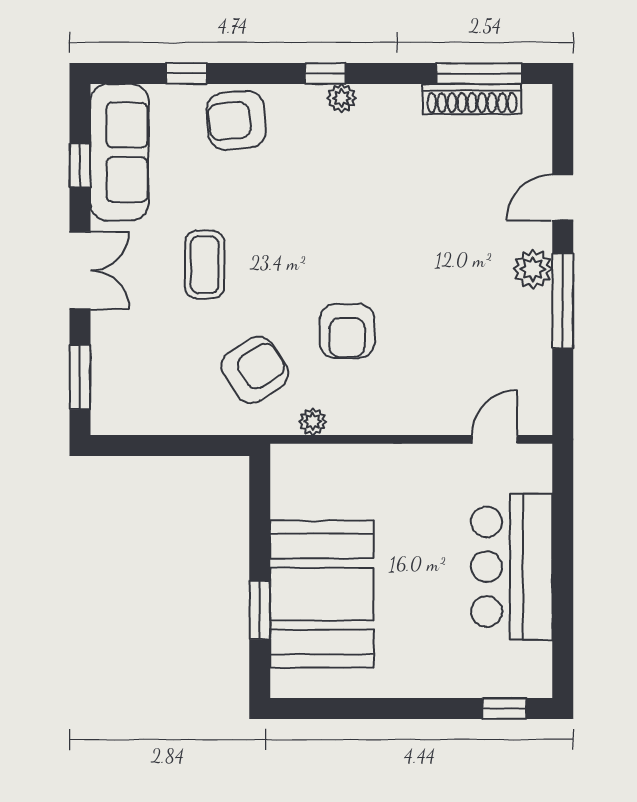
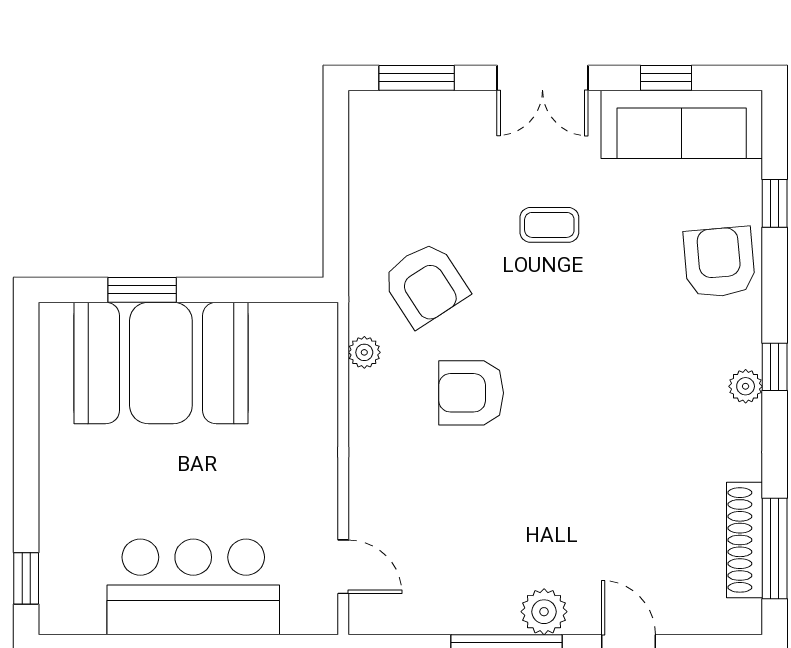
coffee table: (205, 265) -> (549, 225), width x0.73, depth x0.77

